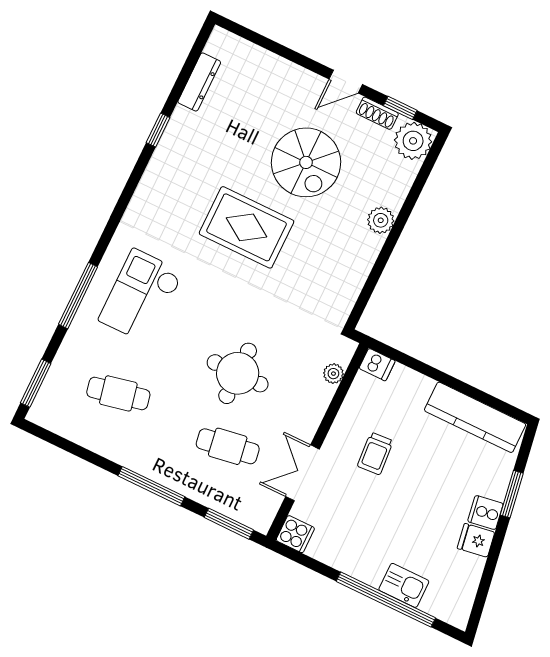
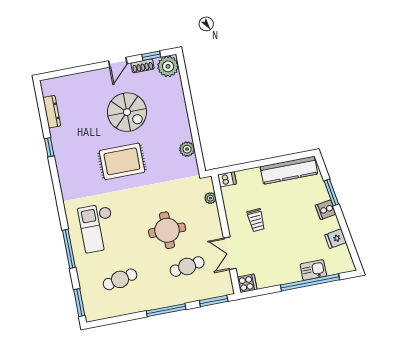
plant: (381, 220) -> (187, 149), moved
fridge: (476, 540) -> (336, 239), moved

